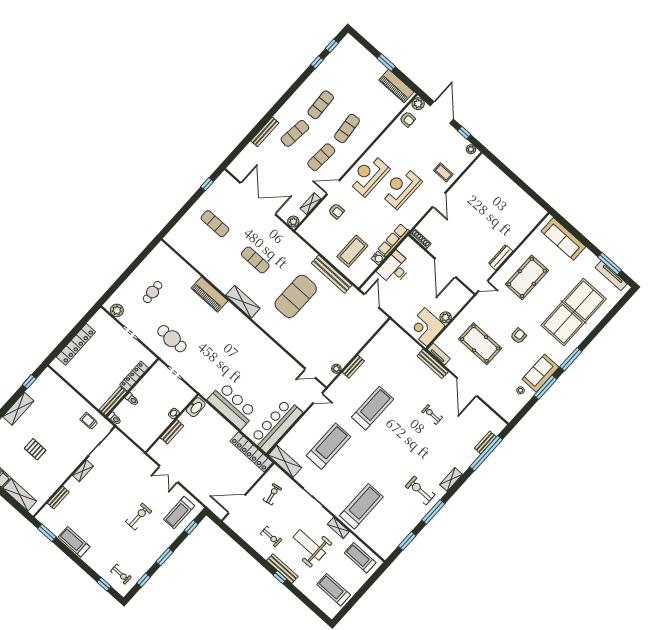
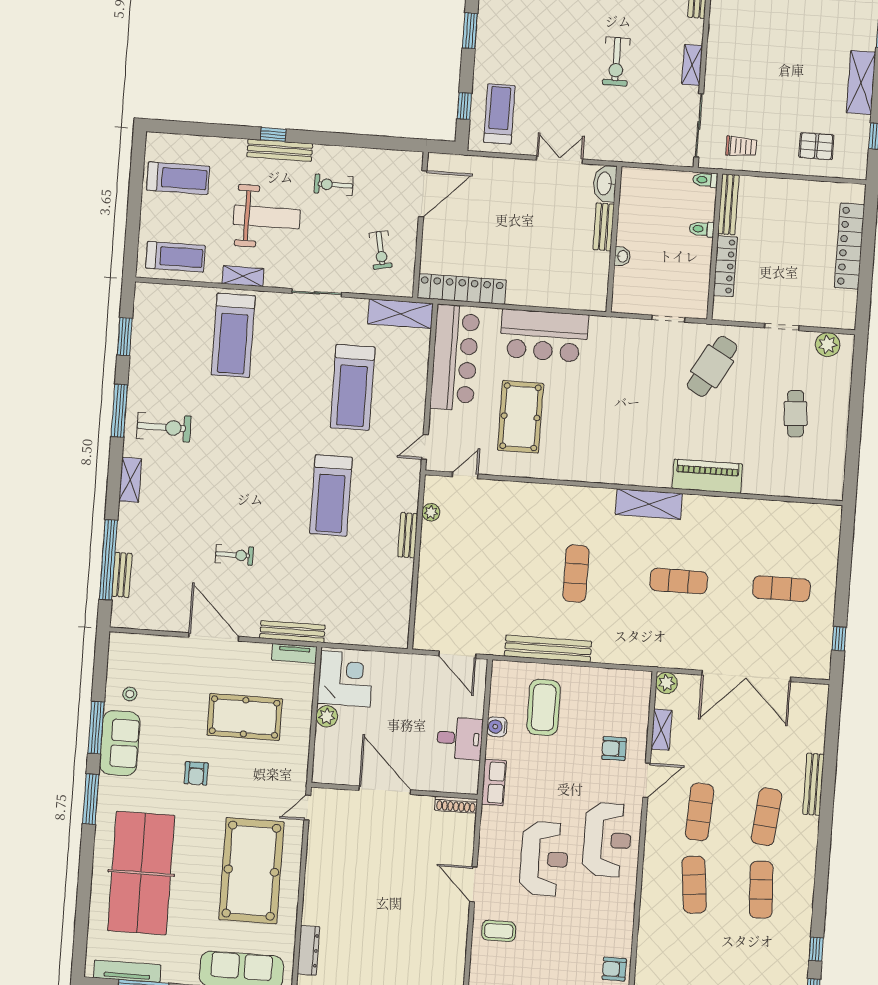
row of seats: (394, 240) -> (494, 782), width x0.68
dresser: (501, 257) -> (308, 950), moved
desk: (395, 268) -> (460, 738), width x0.73
pool table: (527, 277) -> (251, 871), width x1.36, depth x1.32
exercise mat: (296, 296) -> (576, 574), width x0.50, depth x0.69
cafe table: (172, 339) -> (712, 366), turned -60
pool table: (268, 380) -> (520, 417), added
washbasin: (196, 407) -> (605, 184), moved
pallet: (35, 449) -> (816, 146), moved
exercise bike: (139, 516) -> (616, 61), moved

